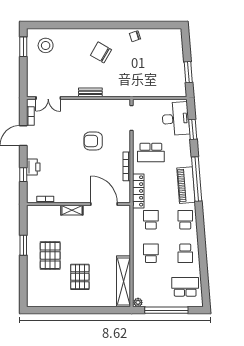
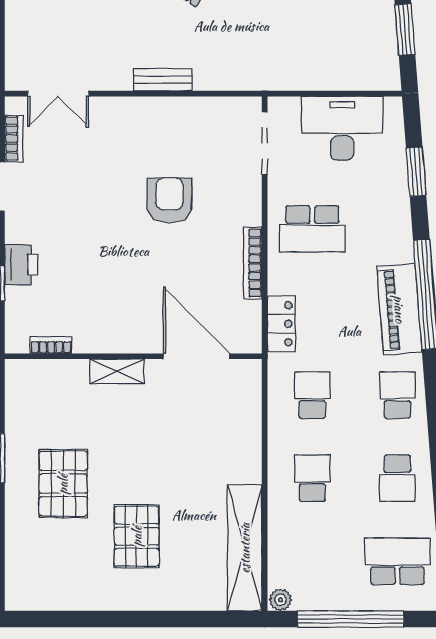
desk: (176, 119) -> (342, 128), moved, turned -86
armchair: (93, 141) -> (169, 200), turned 90
locker: (138, 191) -> (281, 324), width x0.66

